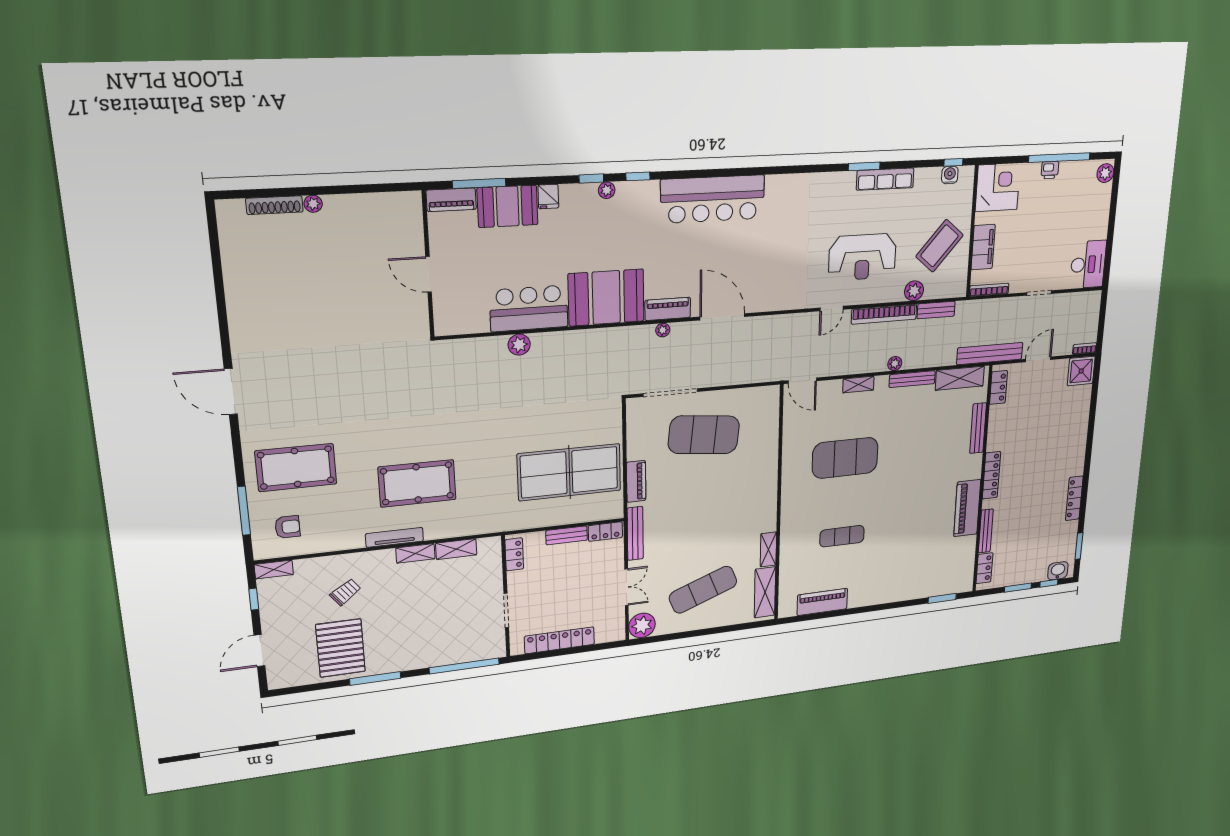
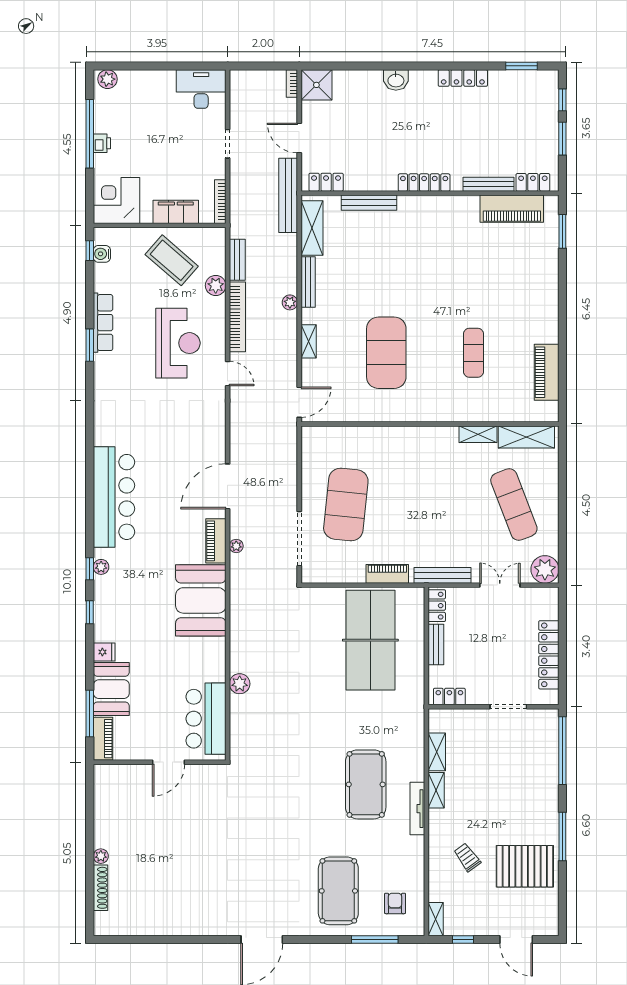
plant: (607, 190) -> (101, 567), moved
bar counter: (529, 308) -> (206, 719), moved
piano: (967, 508) -> (512, 209), moved
washbasin: (1058, 571) -> (396, 80), moved, turned -90

